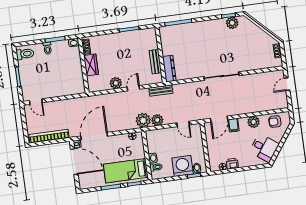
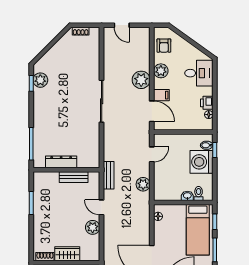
dresser: (169, 69) -> (61, 162), moved
plant: (143, 120) -> (141, 80), moved
desk: (264, 148) -> (199, 73), moved, turned 54

